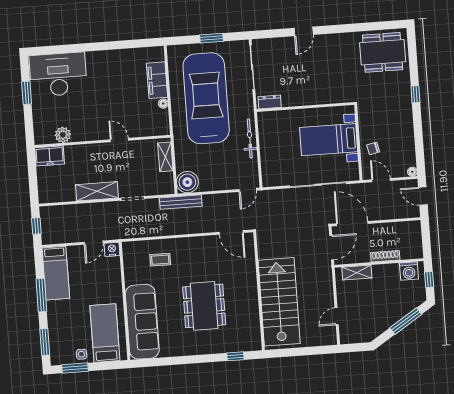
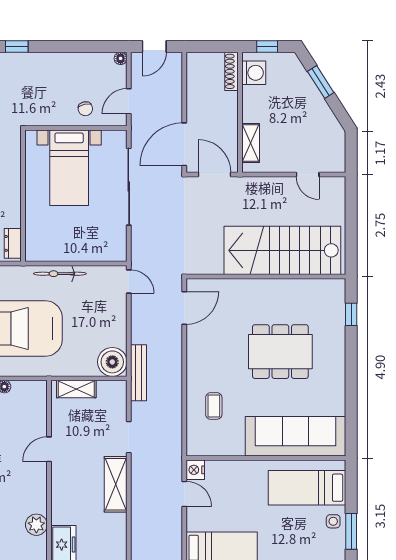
shoe rack: (385, 256) -> (232, 71), moved
window: (406, 321) -> (321, 82), width x0.69

